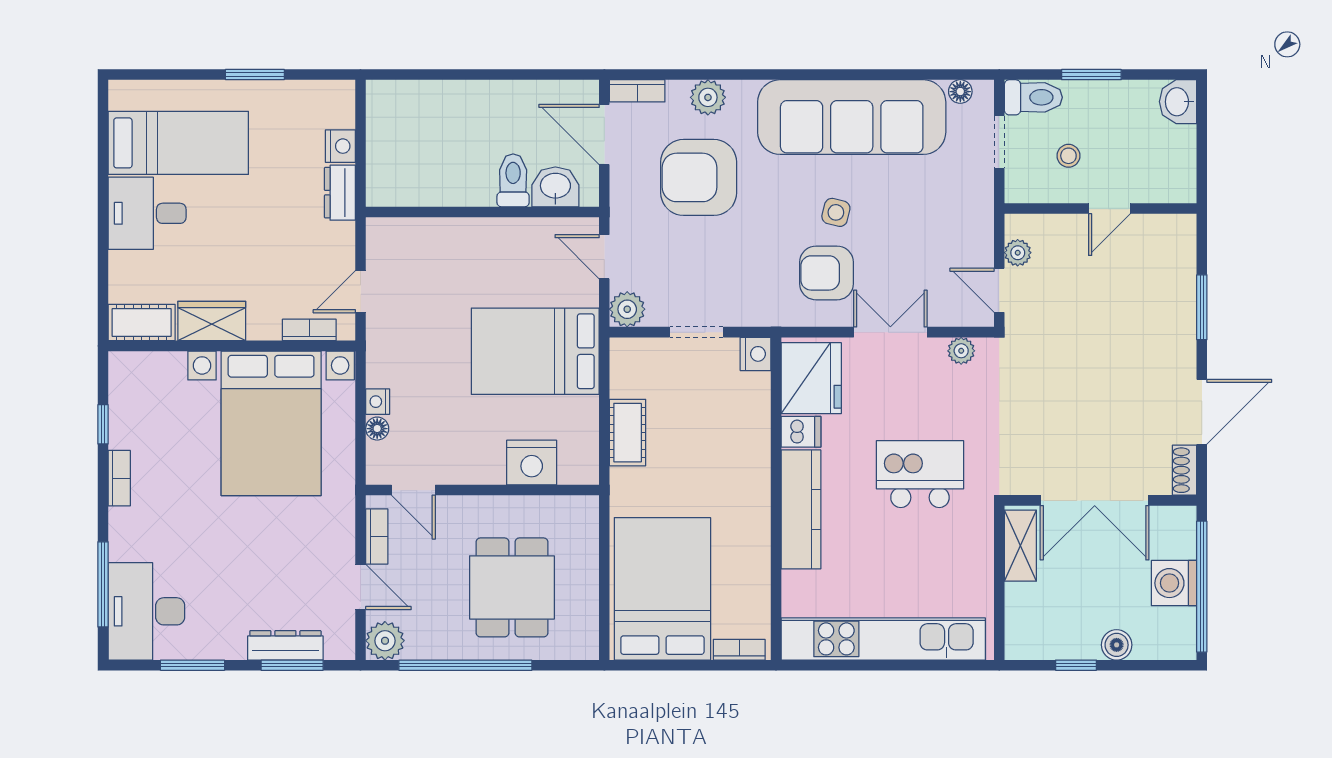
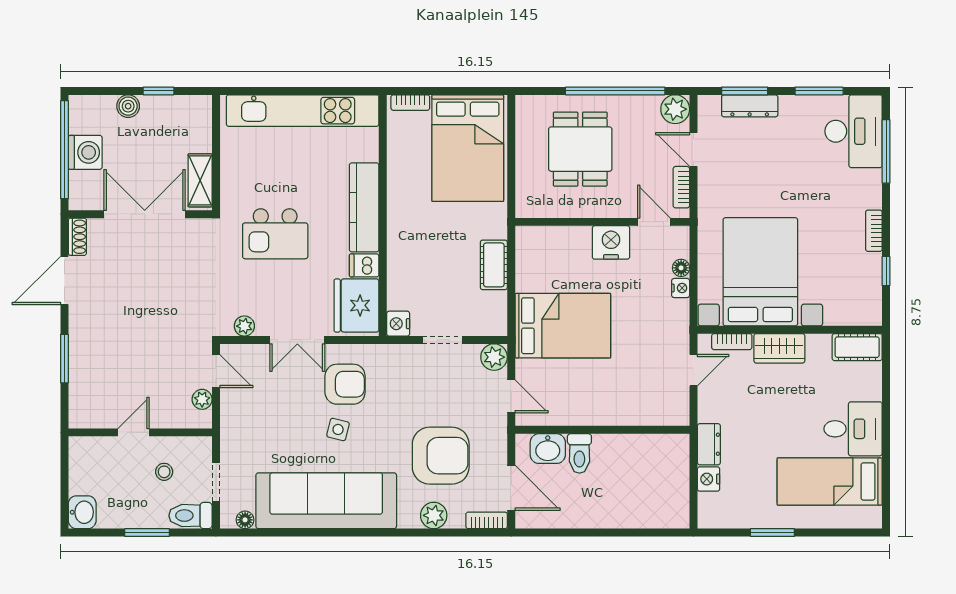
wardrobe: (212, 321) -> (779, 348), moved
nightstand: (532, 463) -> (611, 242), moved

